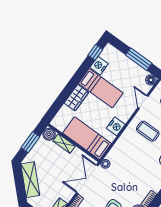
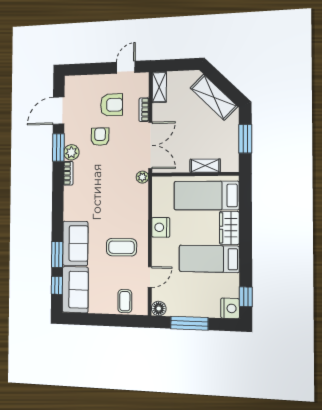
nightstand: (99, 66) -> (230, 308), moved
door: (143, 102) -> (150, 277), hinge flipped
boiler: (49, 134) -> (230, 163), removed
bed: (87, 138) -> (206, 196), moved, turned 180

